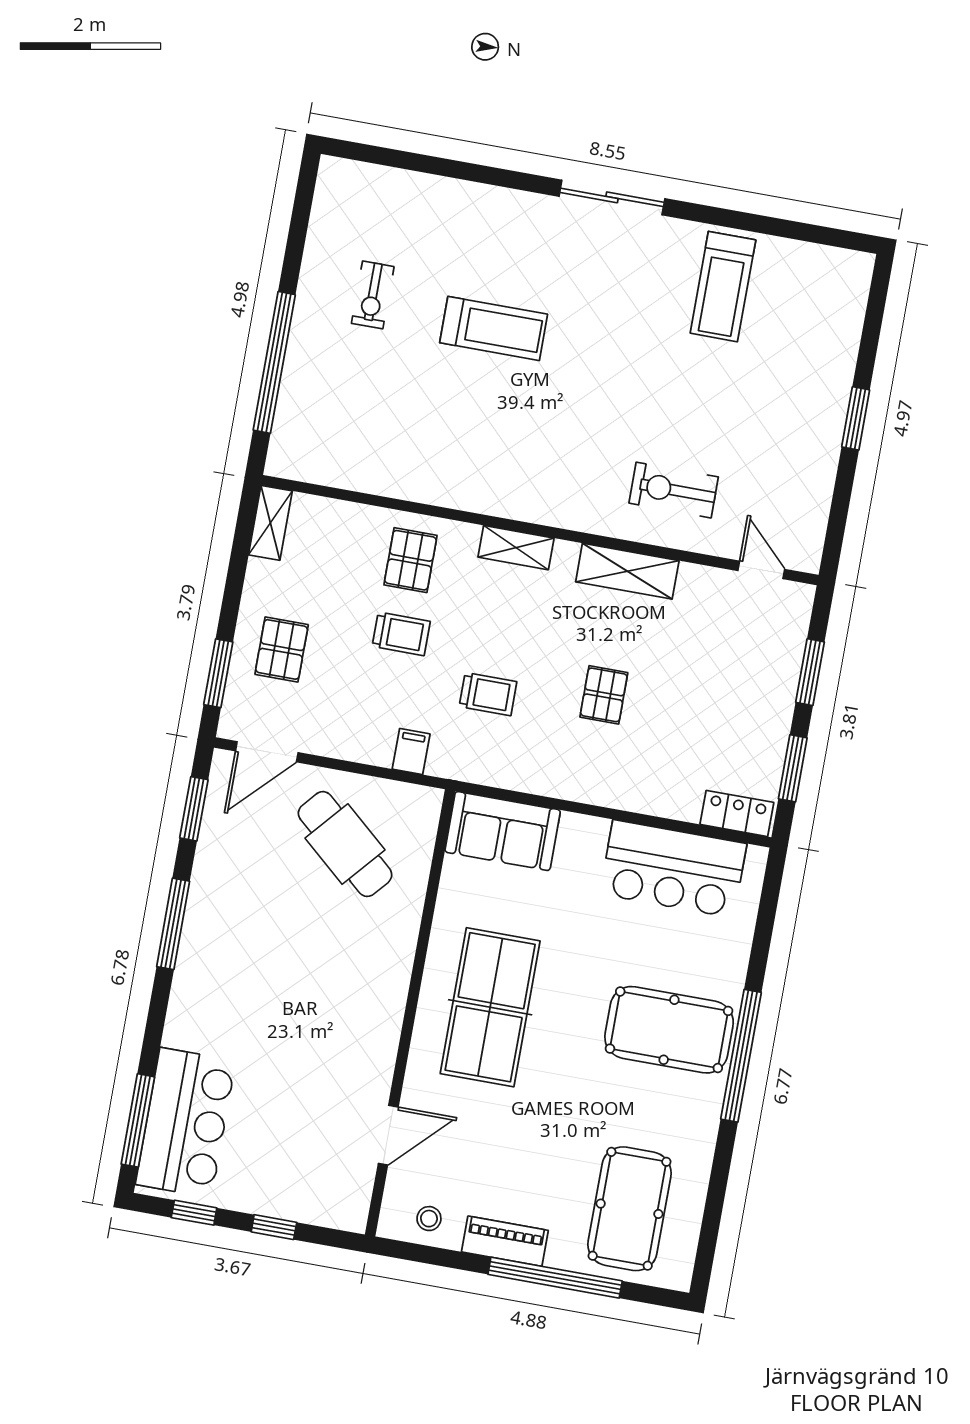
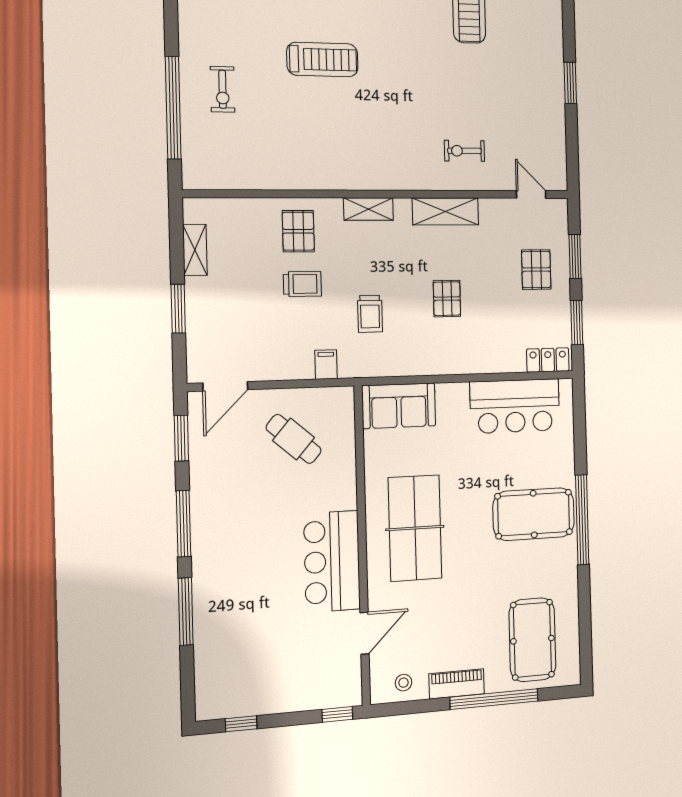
exercise bike: (373, 295) -> (223, 89), moved
exercise bike: (674, 490) -> (464, 151), width x0.73, depth x0.72
shelving: (270, 523) -> (195, 250), moved
pallet: (282, 649) -> (536, 270), moved
window: (218, 673) -> (178, 309), moved
trolley: (488, 694) -> (370, 314), turned 90
cafe table: (345, 844) -> (294, 439), width x0.73, depth x0.74
window: (138, 1120) -> (186, 611), moved
bar counter: (186, 1123) -> (332, 561), moved, turned 180
window: (274, 1227) -> (337, 714), moved

